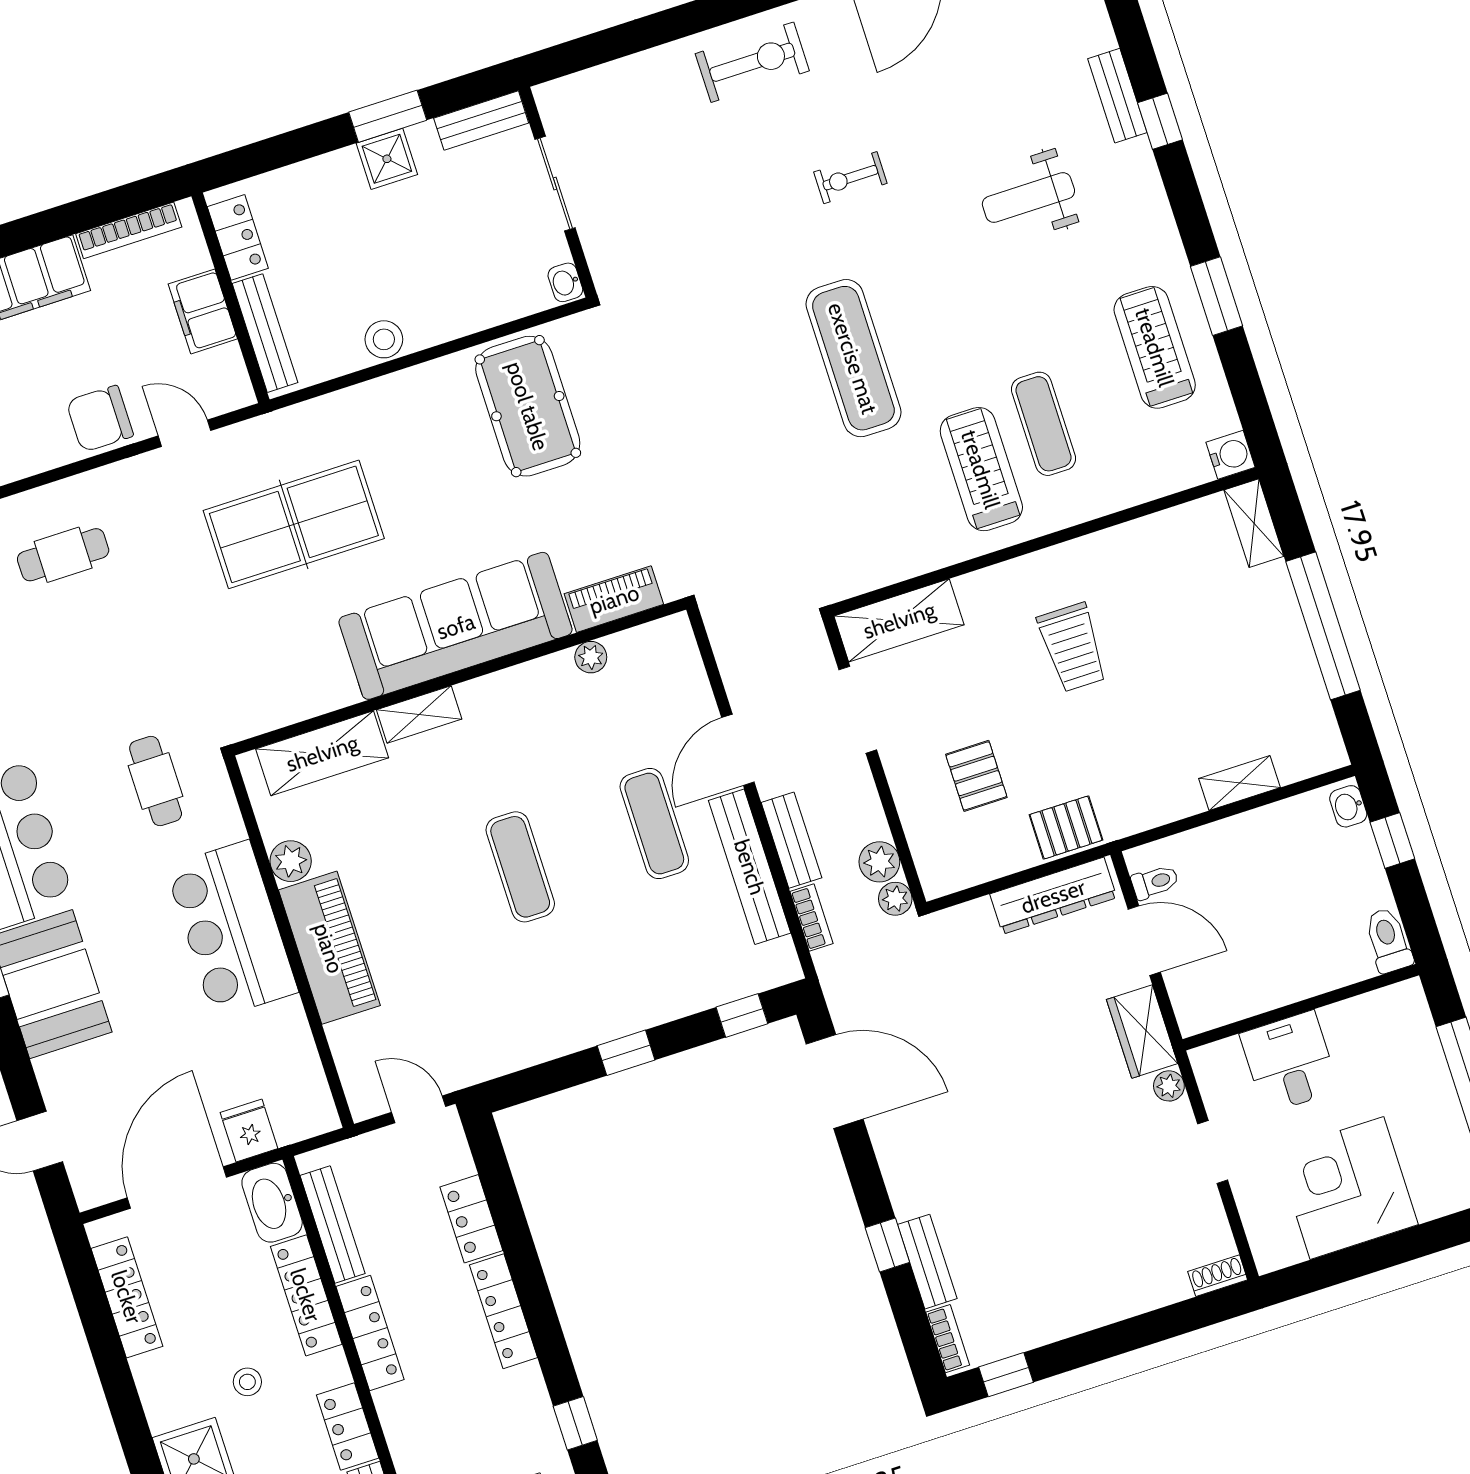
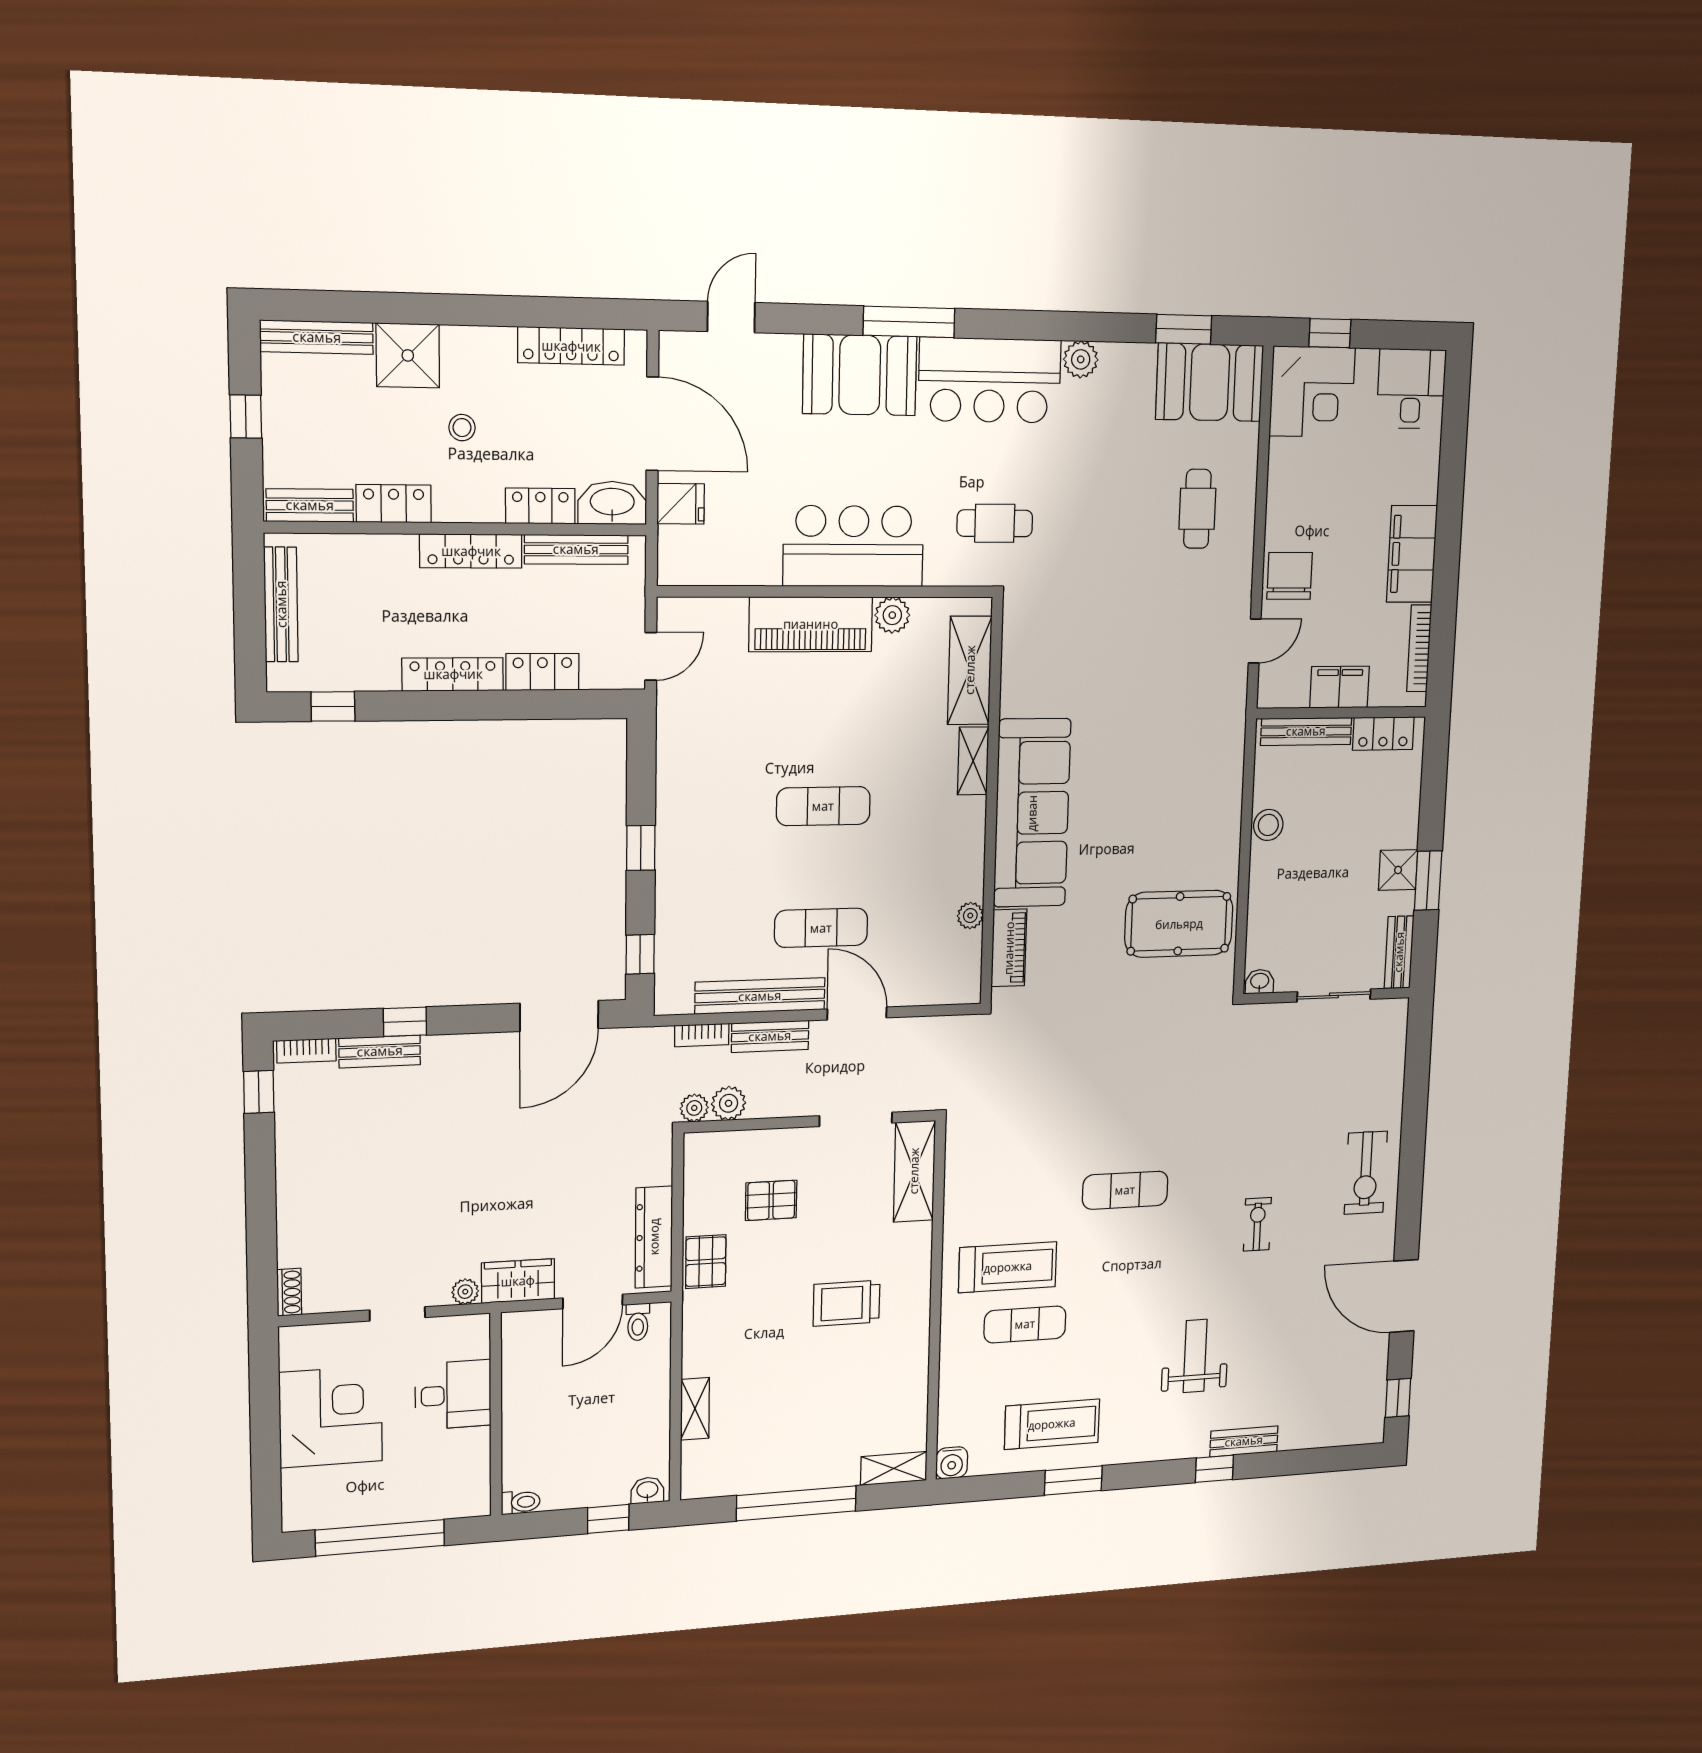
exercise mat: (853, 358) -> (1125, 1190), width x0.73, depth x0.69
table tennis table: (294, 524) -> (1155, 706), removed
toilet: (1388, 940) -> (521, 1502), width x0.73, depth x0.72
locker: (306, 1295) -> (540, 506), width x0.66

